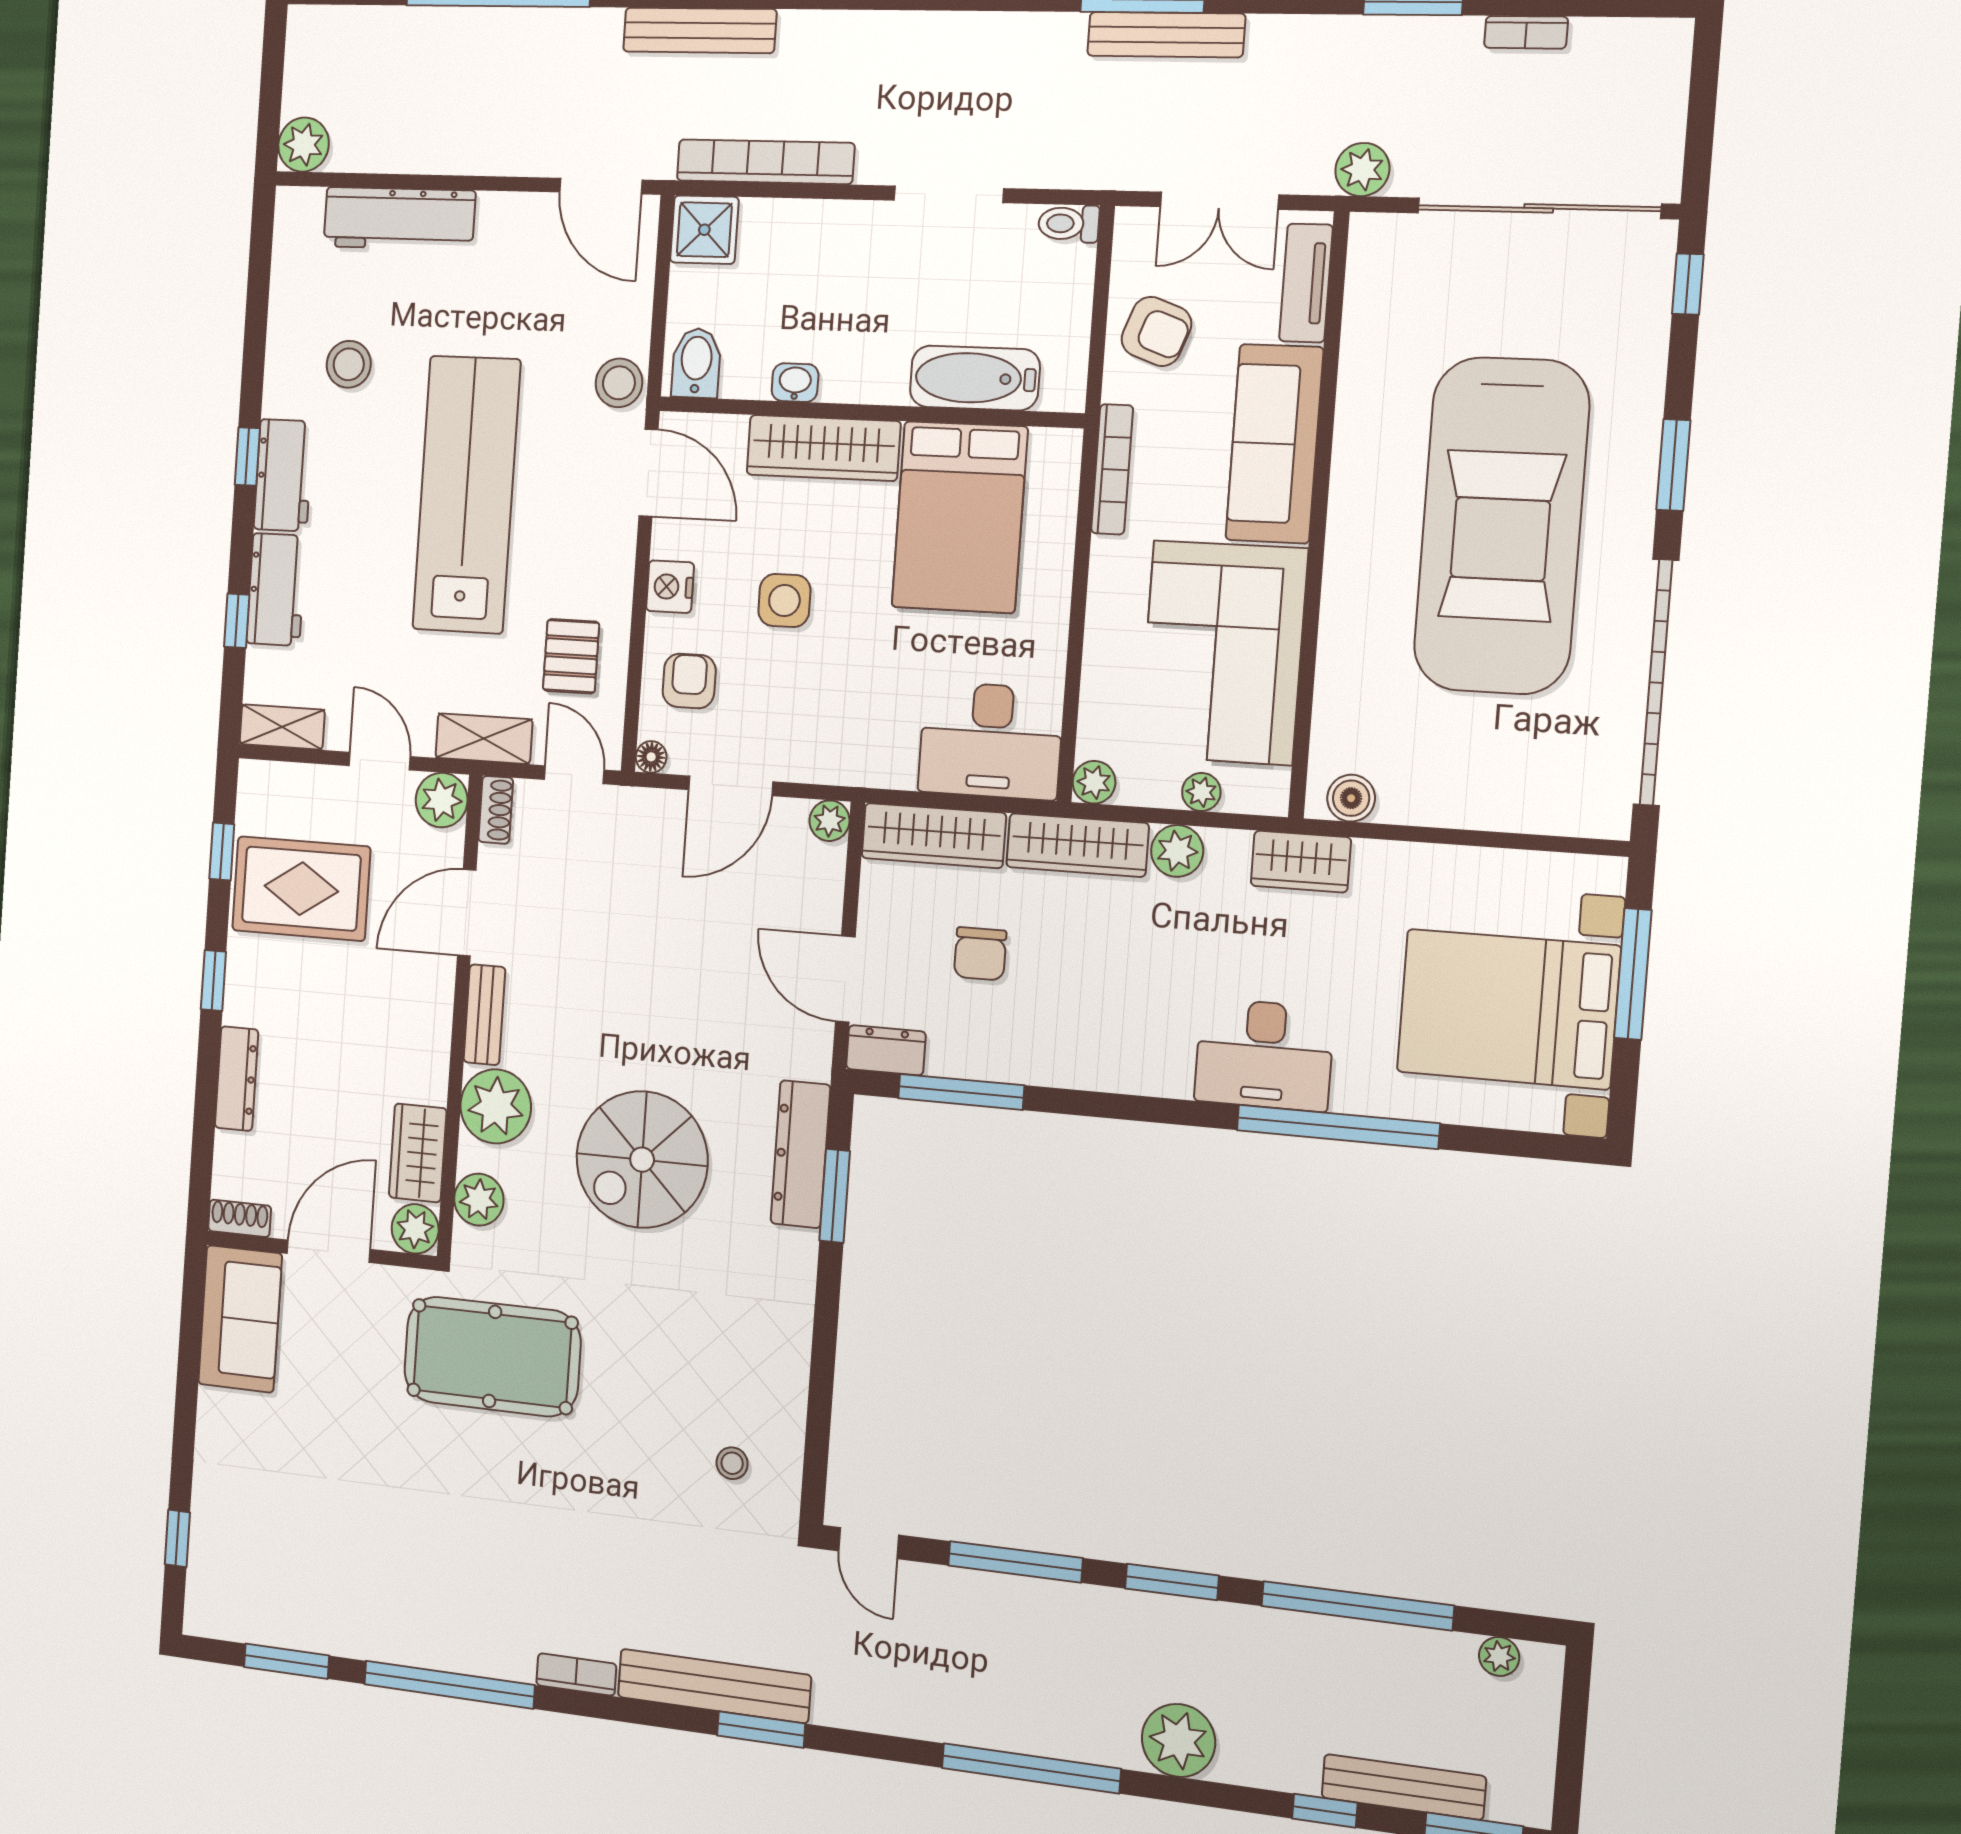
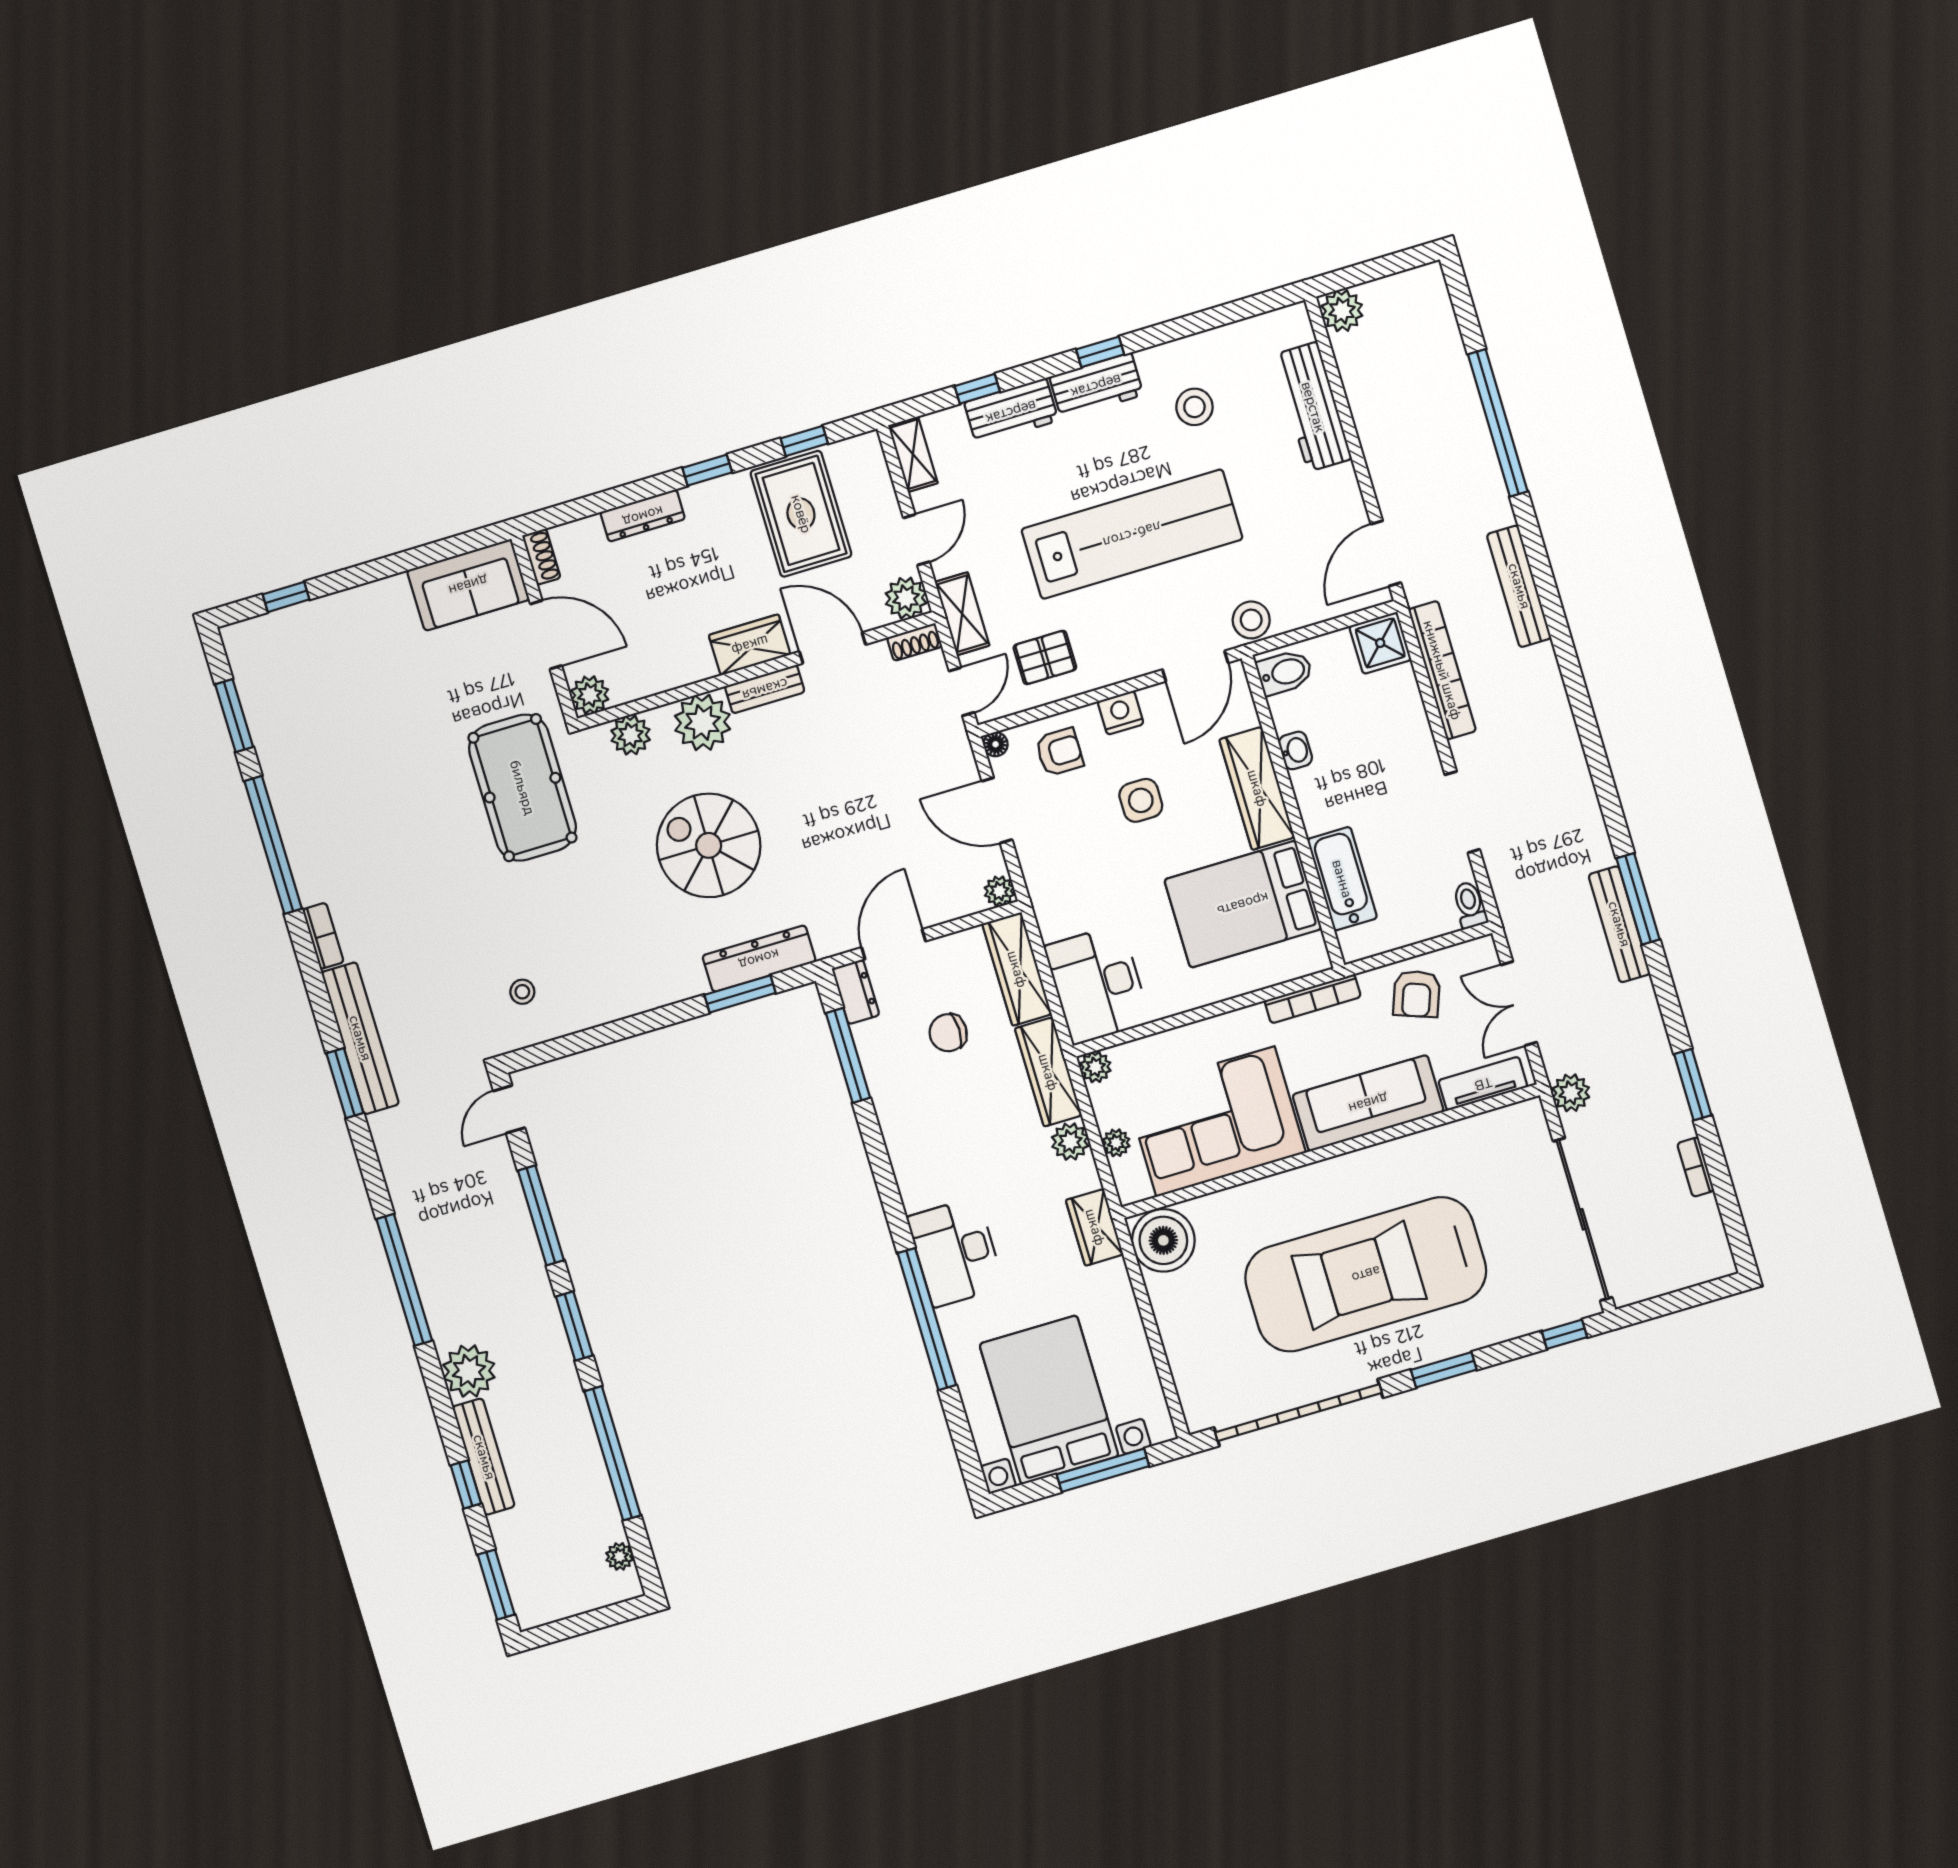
boiler: (1351, 798) -> (1163, 1240), width x1.86, depth x1.86
wardrobe: (418, 1153) -> (750, 645), moved
bench: (1404, 1787) -> (484, 1457), moved

